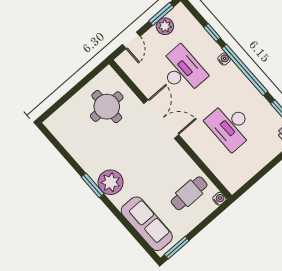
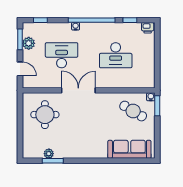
window: (212, 33) -> (40, 20), moved
plant: (111, 182) -> (49, 154), moved, width x0.53, depth x0.53
window: (93, 185) -> (53, 161), moved
cafe table: (189, 193) -> (133, 111), turned -59
window: (177, 248) -> (157, 106), moved

